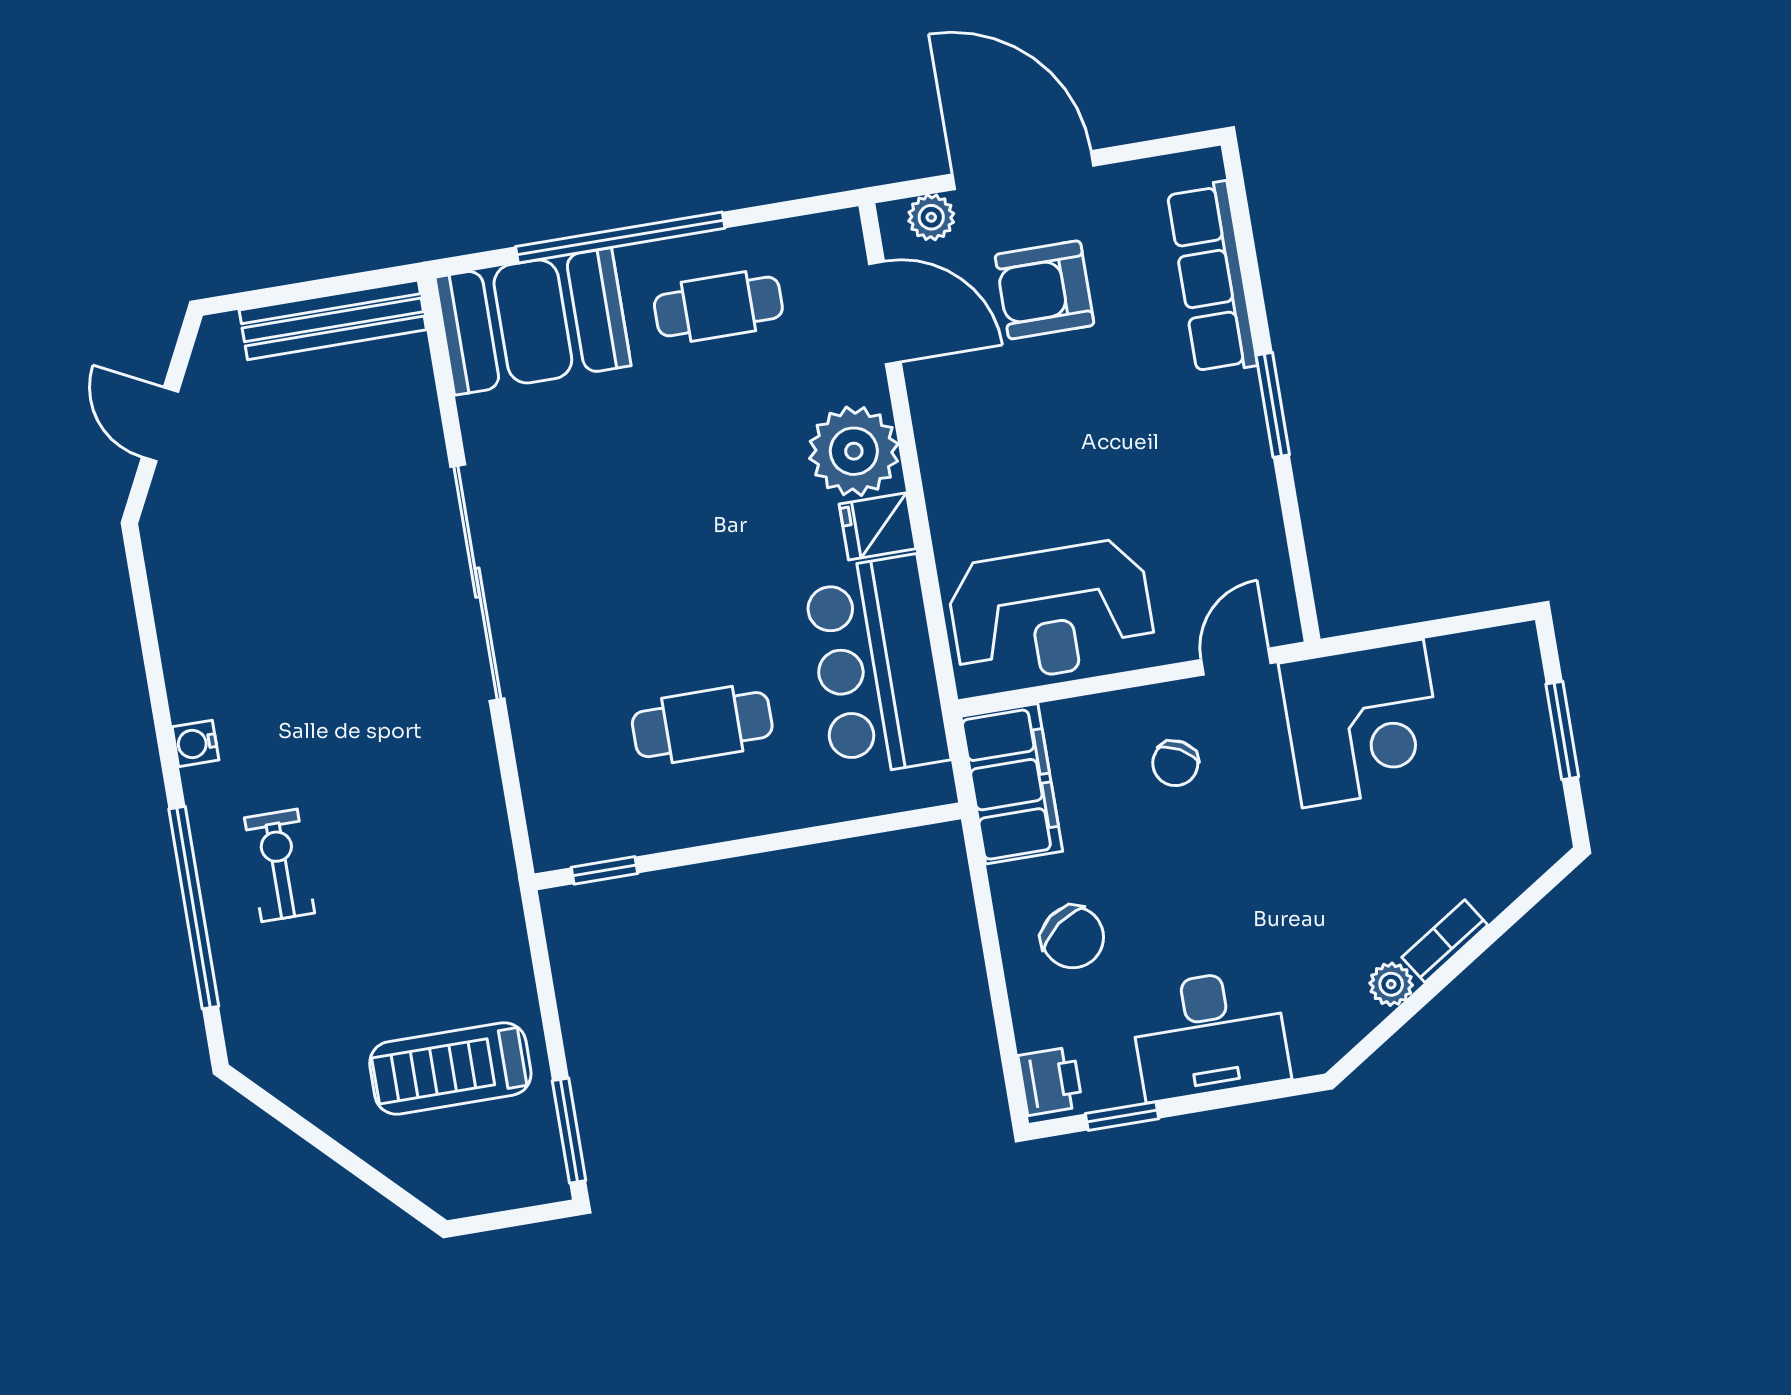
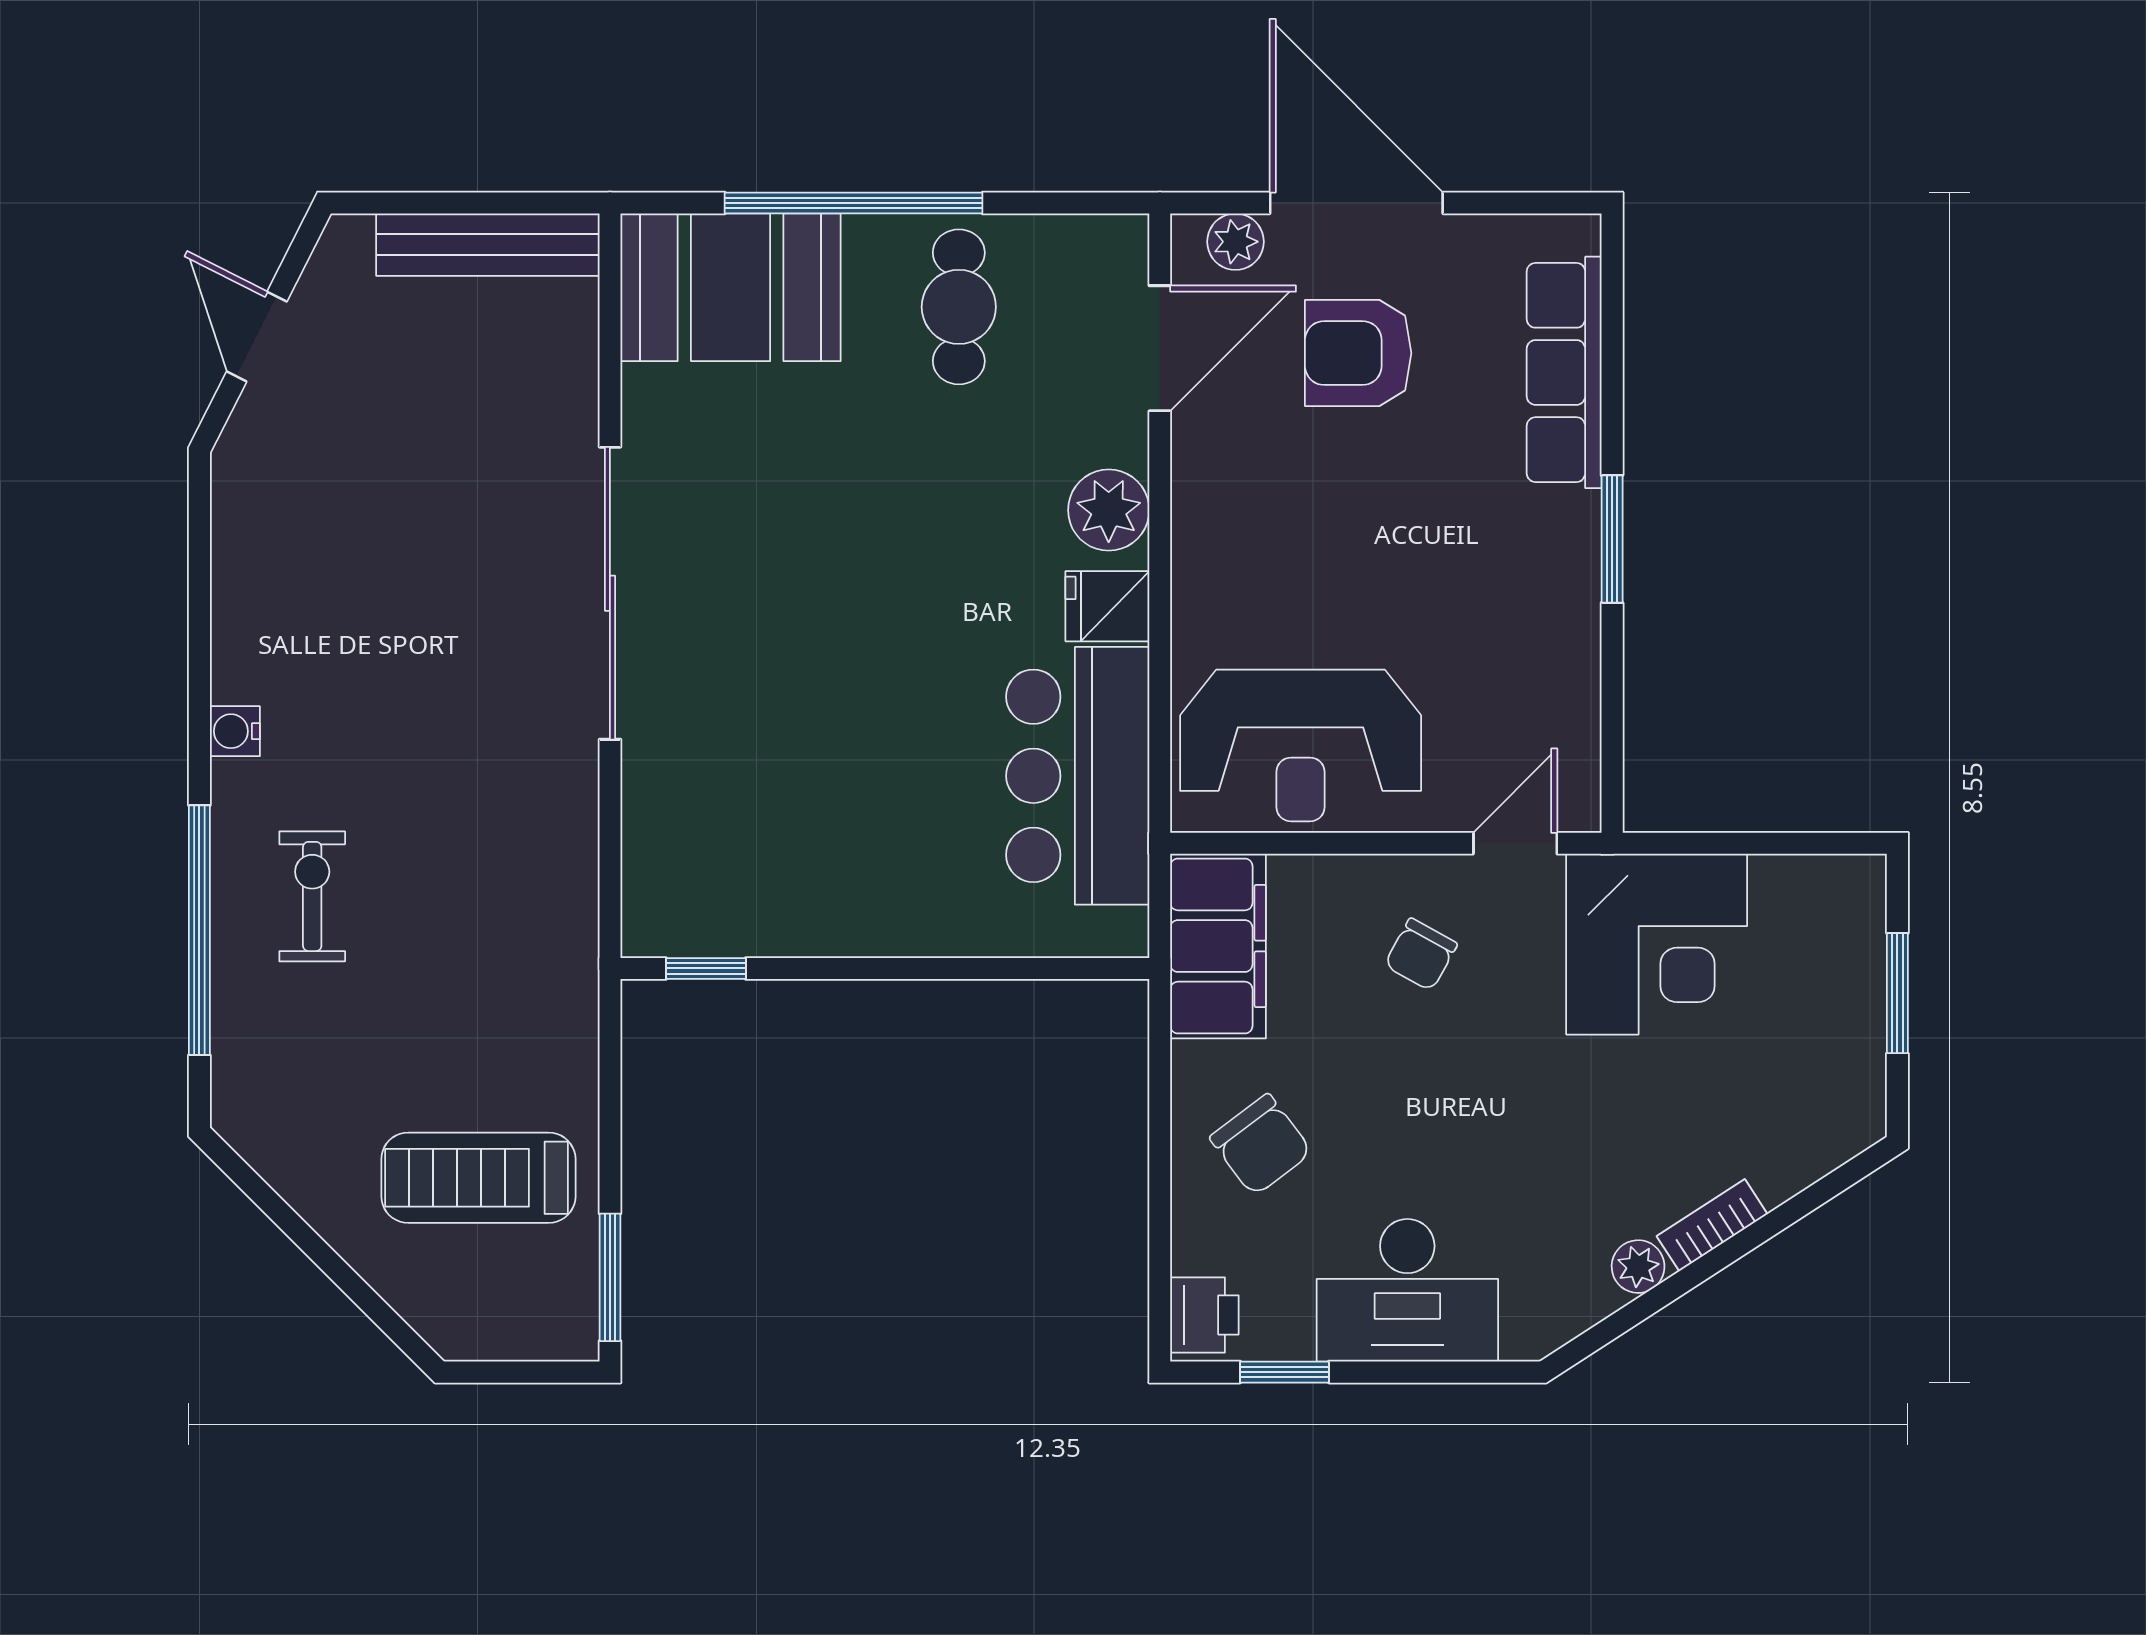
cafe table: (718, 307) -> (959, 307), turned 90
door: (885, 313) -> (1160, 348), hinge flipped
plant: (854, 451) -> (1109, 510), width x0.73, depth x0.73
cafe table: (702, 725) -> (854, 811), removed

